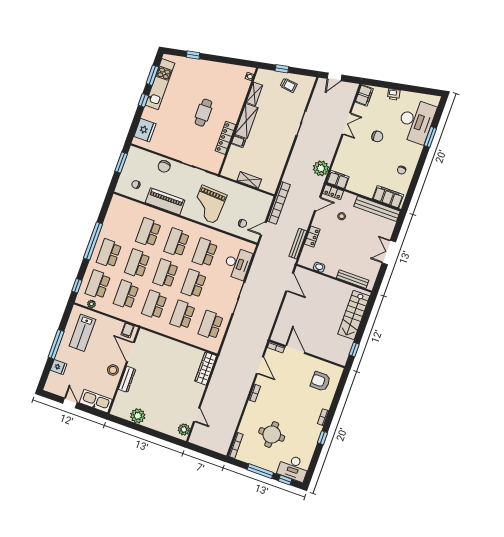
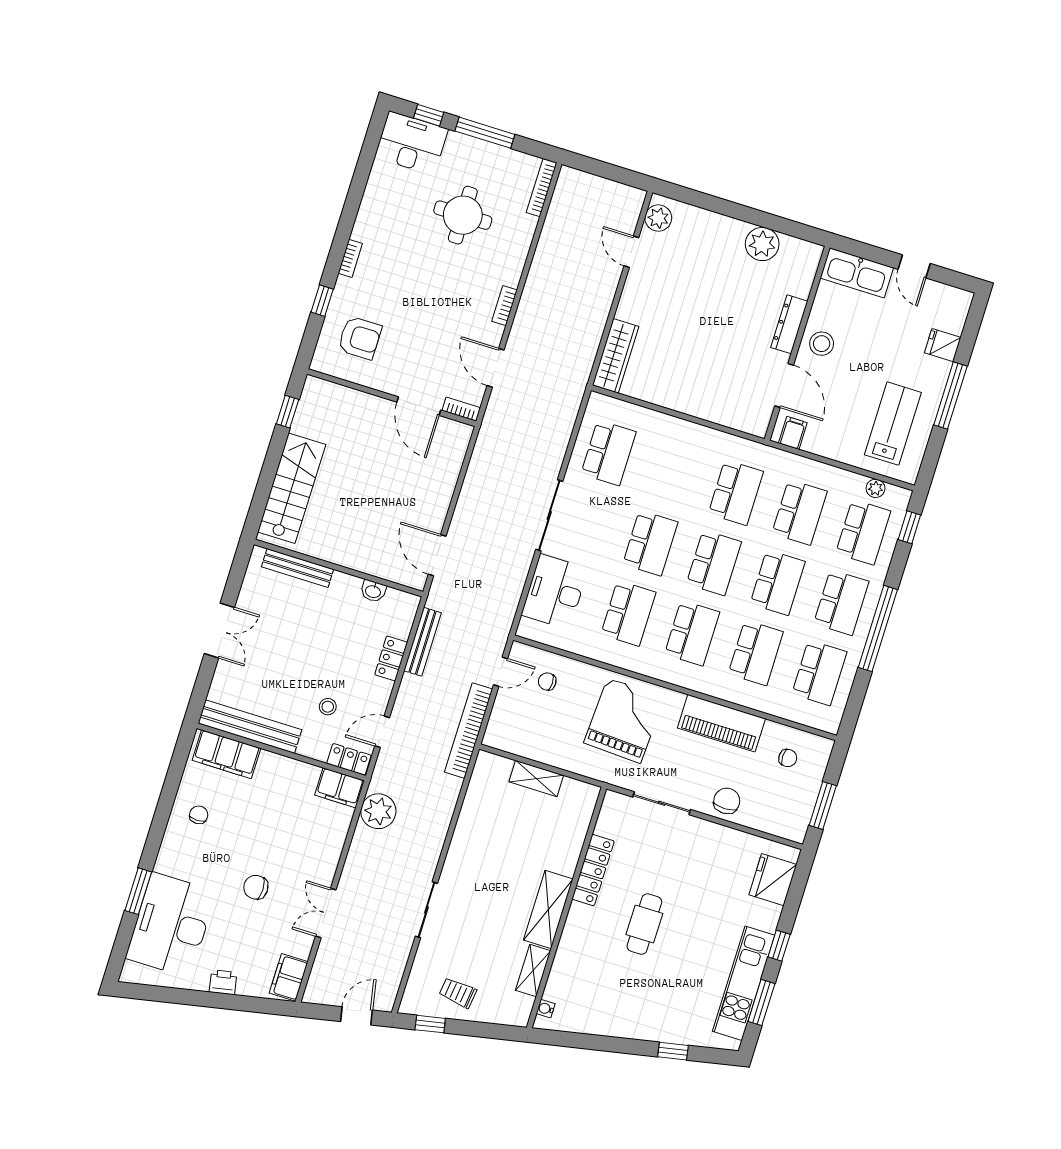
window: (282, 69) -> (430, 1024), moved
filing cabinet: (239, 141) -> (564, 863), removed
school desk: (182, 315) -> (819, 673), moved
window: (323, 438) -> (322, 301), moved

